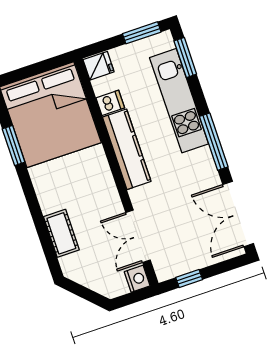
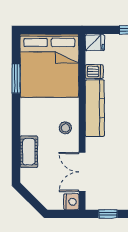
stool: (98, 187) -> (65, 128), added

